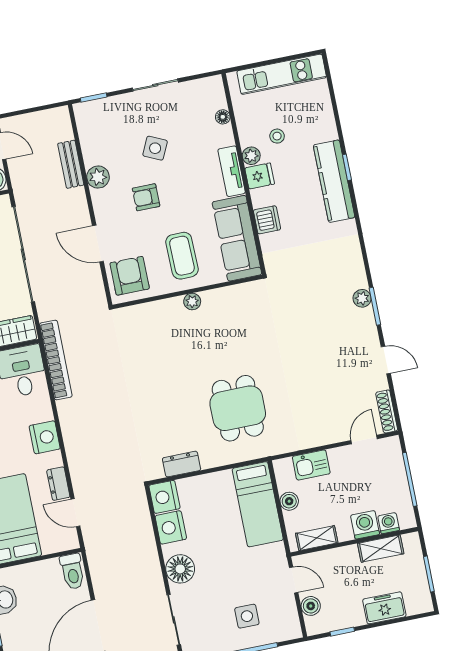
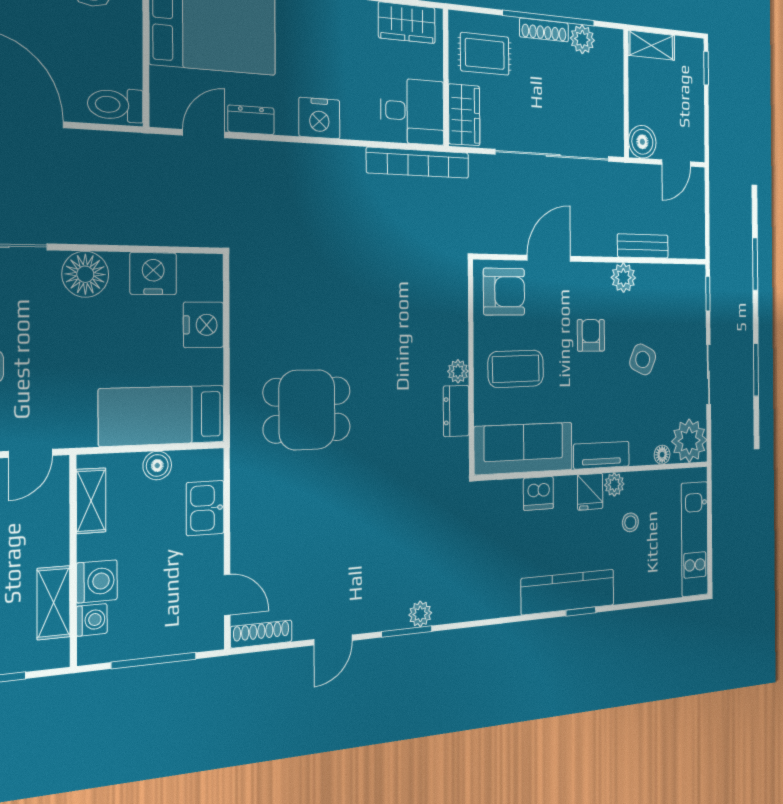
plant: (208, 94) -> (689, 441), added
dresser: (182, 464) -> (456, 411), moved, turned 180
nightstand: (165, 497) -> (203, 325), moved, turned 90

